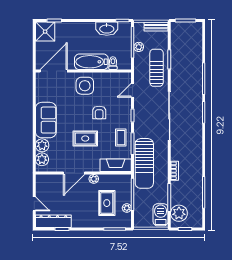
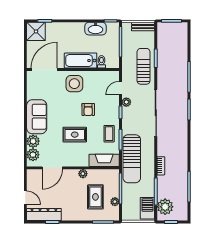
plant: (139, 47) -> (126, 102), moved
door: (74, 173) -> (52, 168), moved

